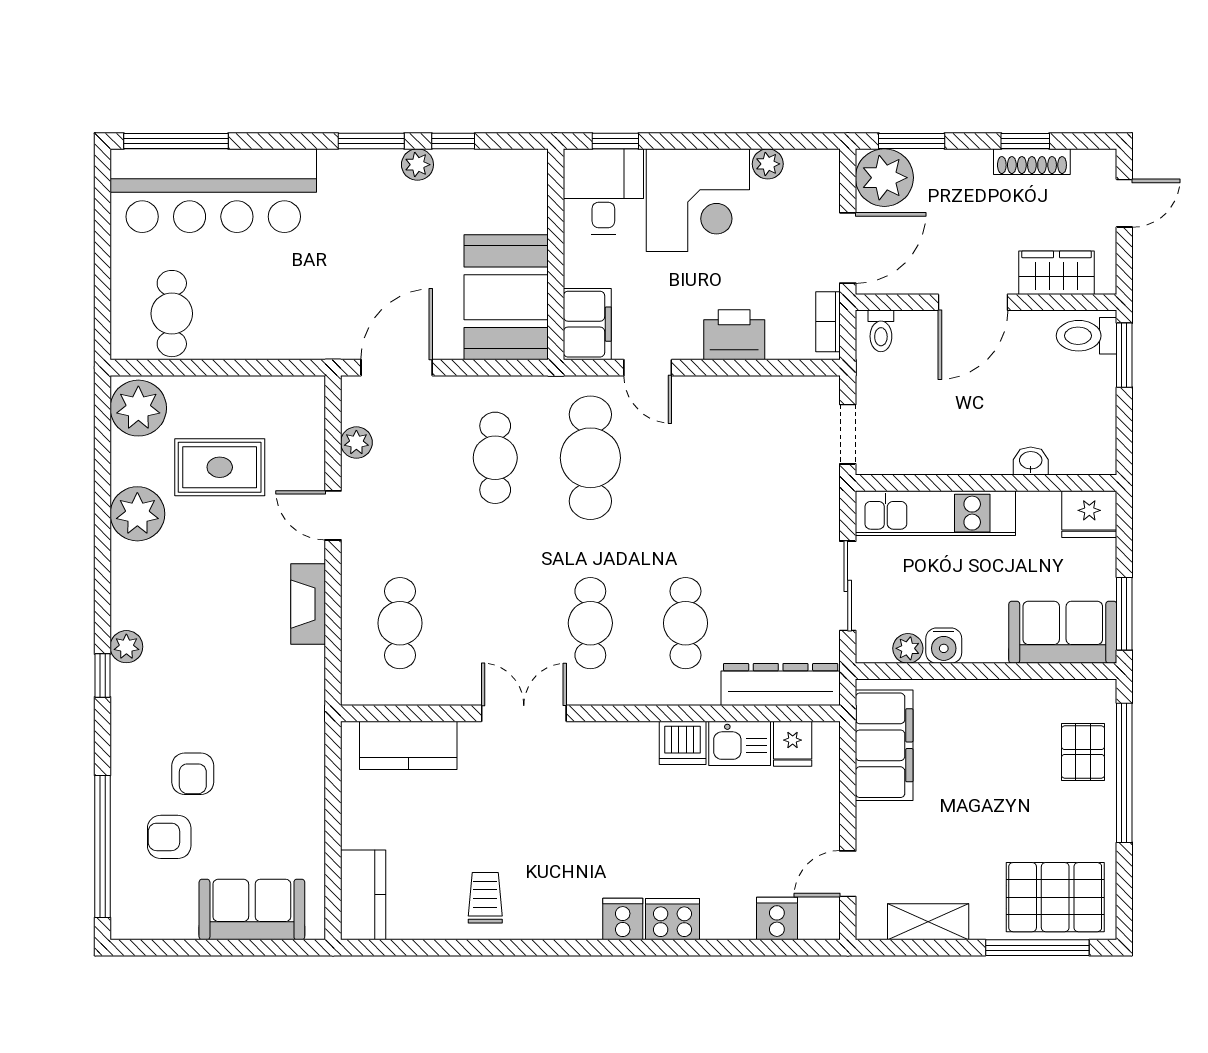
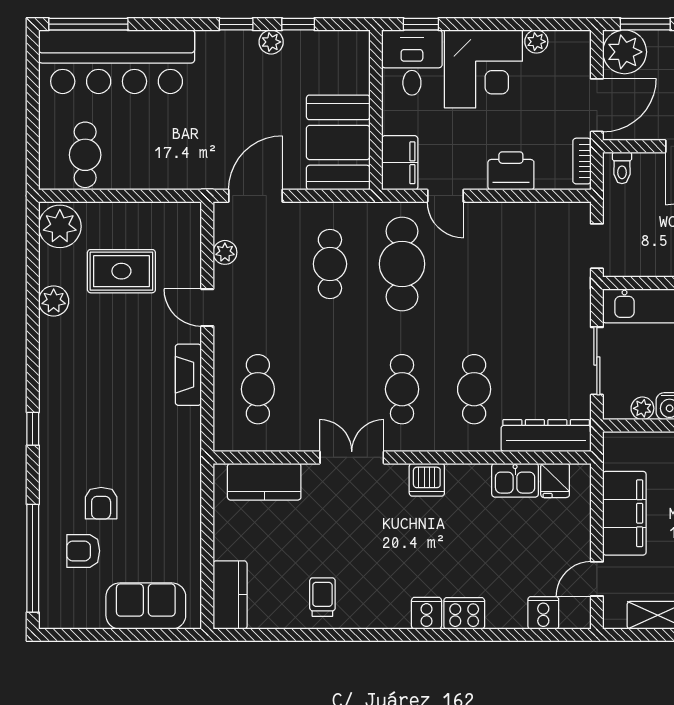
window: (371, 141) -> (236, 24), width x0.67
plant: (137, 514) -> (54, 301), width x0.73, depth x0.73
plant: (126, 647) -> (51, 407), removed
dishwasher: (683, 743) -> (427, 480), moved
filing cabinet: (884, 745) -> (624, 513), moved

